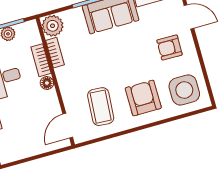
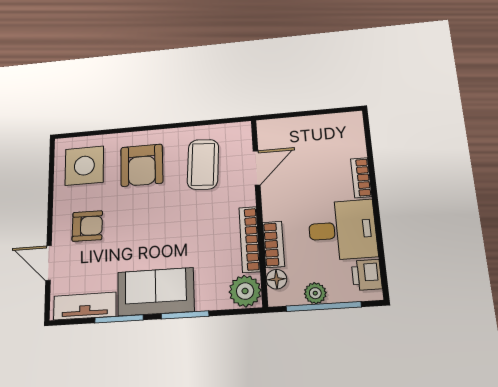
bookcase: (55, 53) -> (250, 239), width x1.56
floor lamp: (47, 83) -> (276, 279), moved
door: (68, 126) -> (257, 168), moved

